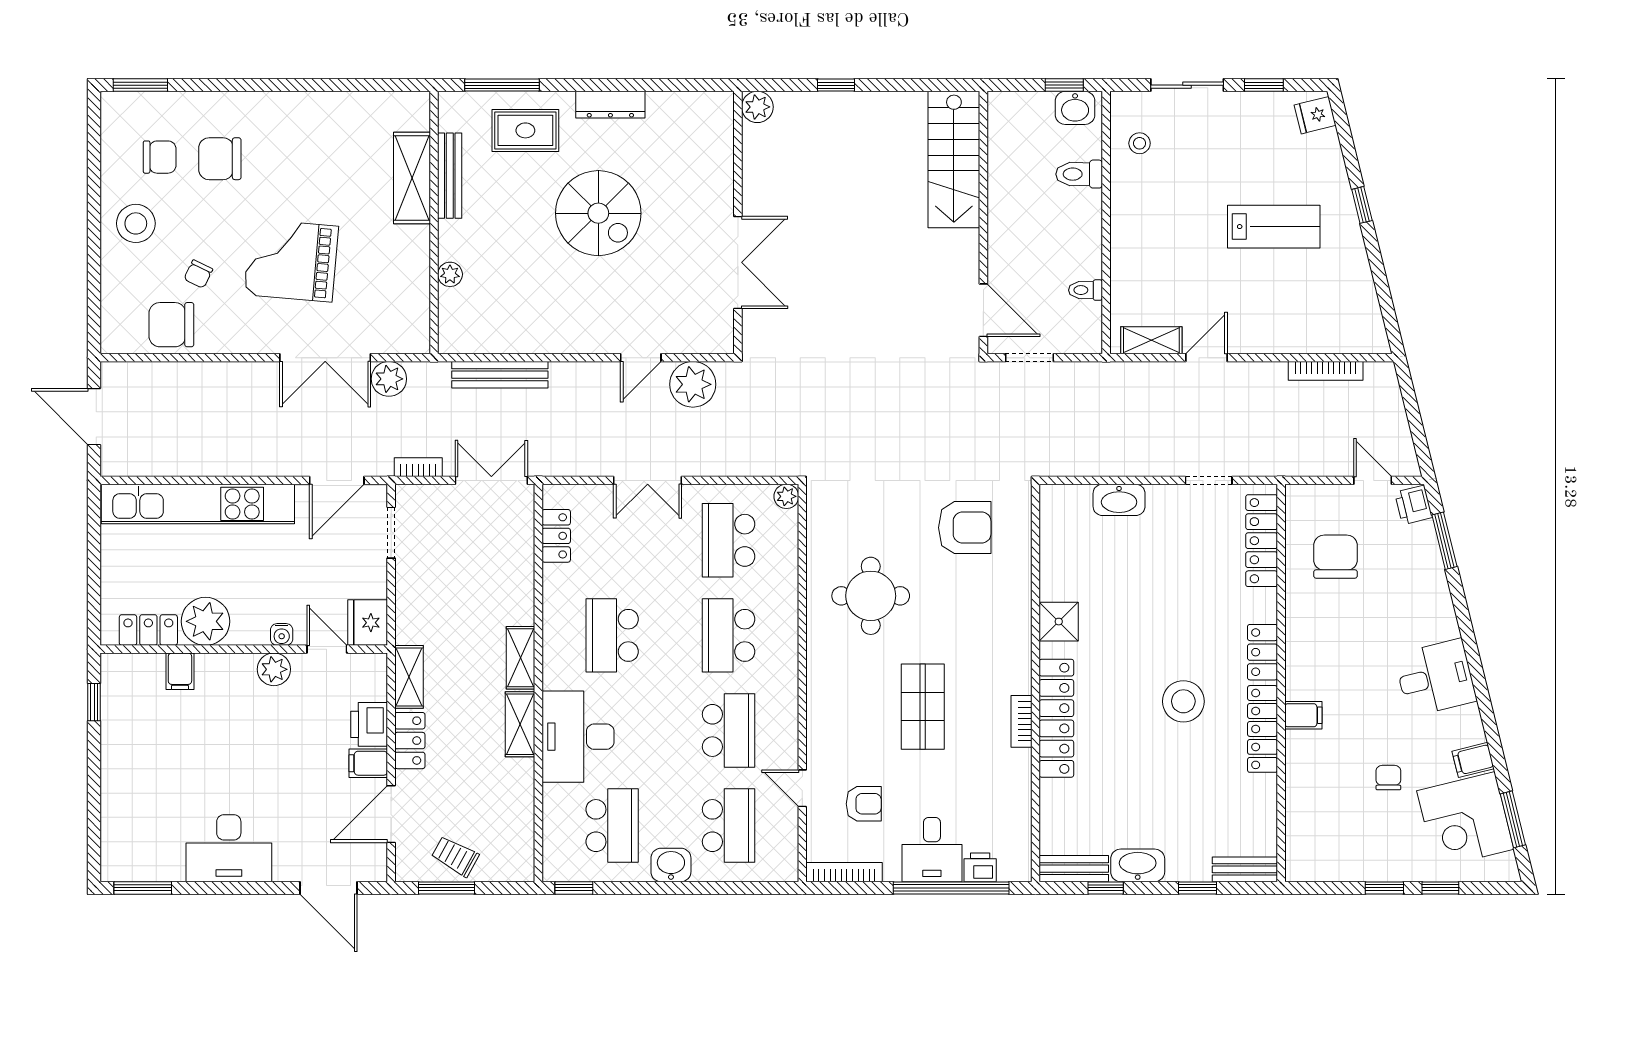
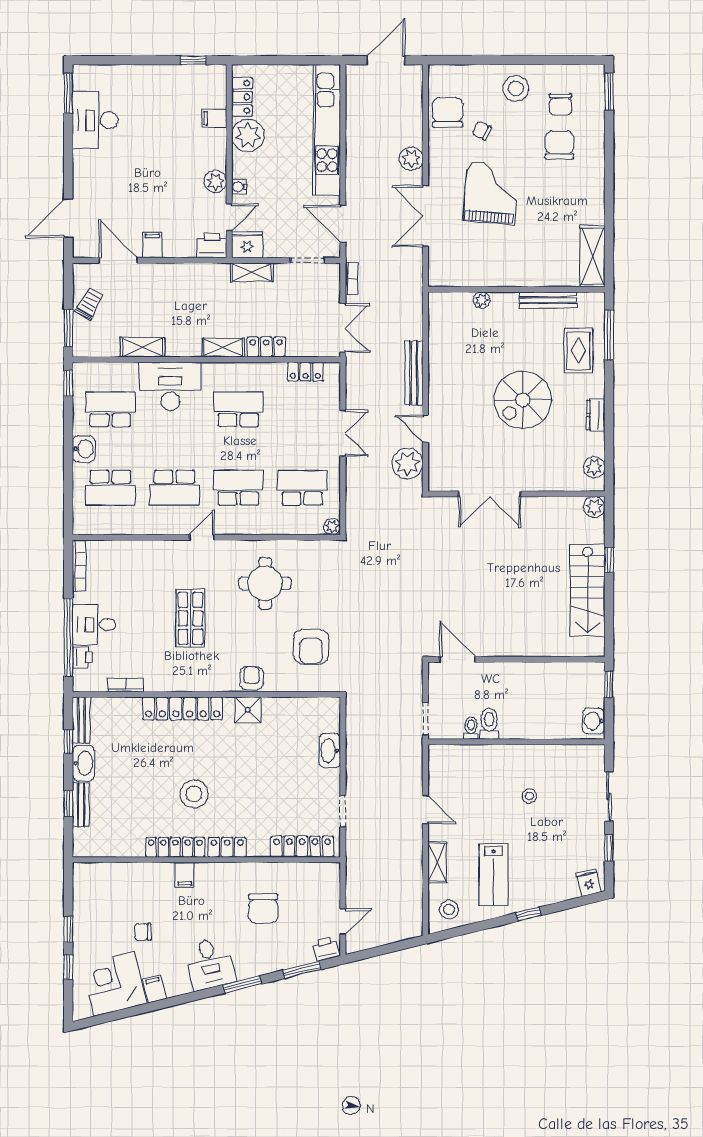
window: (1064, 85) -> (609, 684), moved
dresser: (610, 105) -> (596, 415), width x0.70
plant: (698, 107) -> (594, 467), added
stool: (1140, 143) -> (529, 796), moved
stairs: (954, 160) -> (587, 590), moved, turned -90
toilet: (1079, 174) -> (489, 724), moved
shelving: (412, 178) -> (593, 256), moved, turned 90
lab bench: (1274, 227) -> (494, 874), moved
door: (983, 310) -> (457, 659), swing flipped
stool: (1355, 323) -> (449, 910), added
shelving: (1151, 340) -> (437, 862), moved
doorway: (1029, 358) -> (425, 719), moved
bookcase: (1326, 371) -> (417, 890), removed
bench: (500, 375) -> (414, 373), moved
plant: (389, 379) -> (411, 159), moved
double door: (648, 480) -> (343, 433), swing flipped
chair: (1335, 557) -> (263, 909), moved, turned 90
shelving: (409, 677) -> (252, 272), moved
shop shelf: (923, 707) -> (190, 618), turned 90
bookcase: (1021, 721) -> (126, 685), moved
printer: (369, 724) -> (212, 246), moved
shelving: (520, 724) -> (142, 347), moved
locker: (410, 741) -> (266, 347), moved, turned 180
chair: (1388, 778) -> (143, 932), turned 180
door: (802, 788) -> (202, 537), moved
armchair: (864, 804) -> (252, 678), moved, turned 180
window: (1513, 819) -> (242, 985), moved
school desk: (612, 826) -> (110, 409), turned 180
desk: (229, 848) -> (95, 120), moved
bench: (1245, 869) -> (81, 805), moved
window: (447, 888) -> (68, 328), moved

